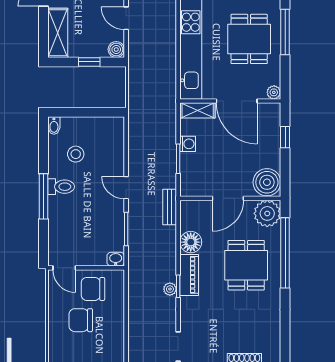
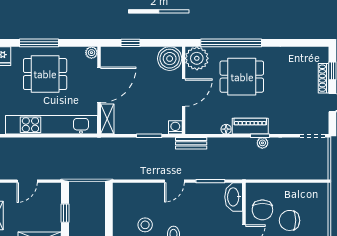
boiler: (116, 49) -> (54, 190), removed
washing machine: (188, 144) -> (175, 127), moved
door: (228, 198) -> (184, 93), hinge flipped
floor lamp: (191, 242) -> (226, 129), width x0.53, depth x0.53
washbasin: (116, 259) -> (234, 197), width x1.91, depth x1.45
chair: (81, 320) -> (290, 220), turned 90

